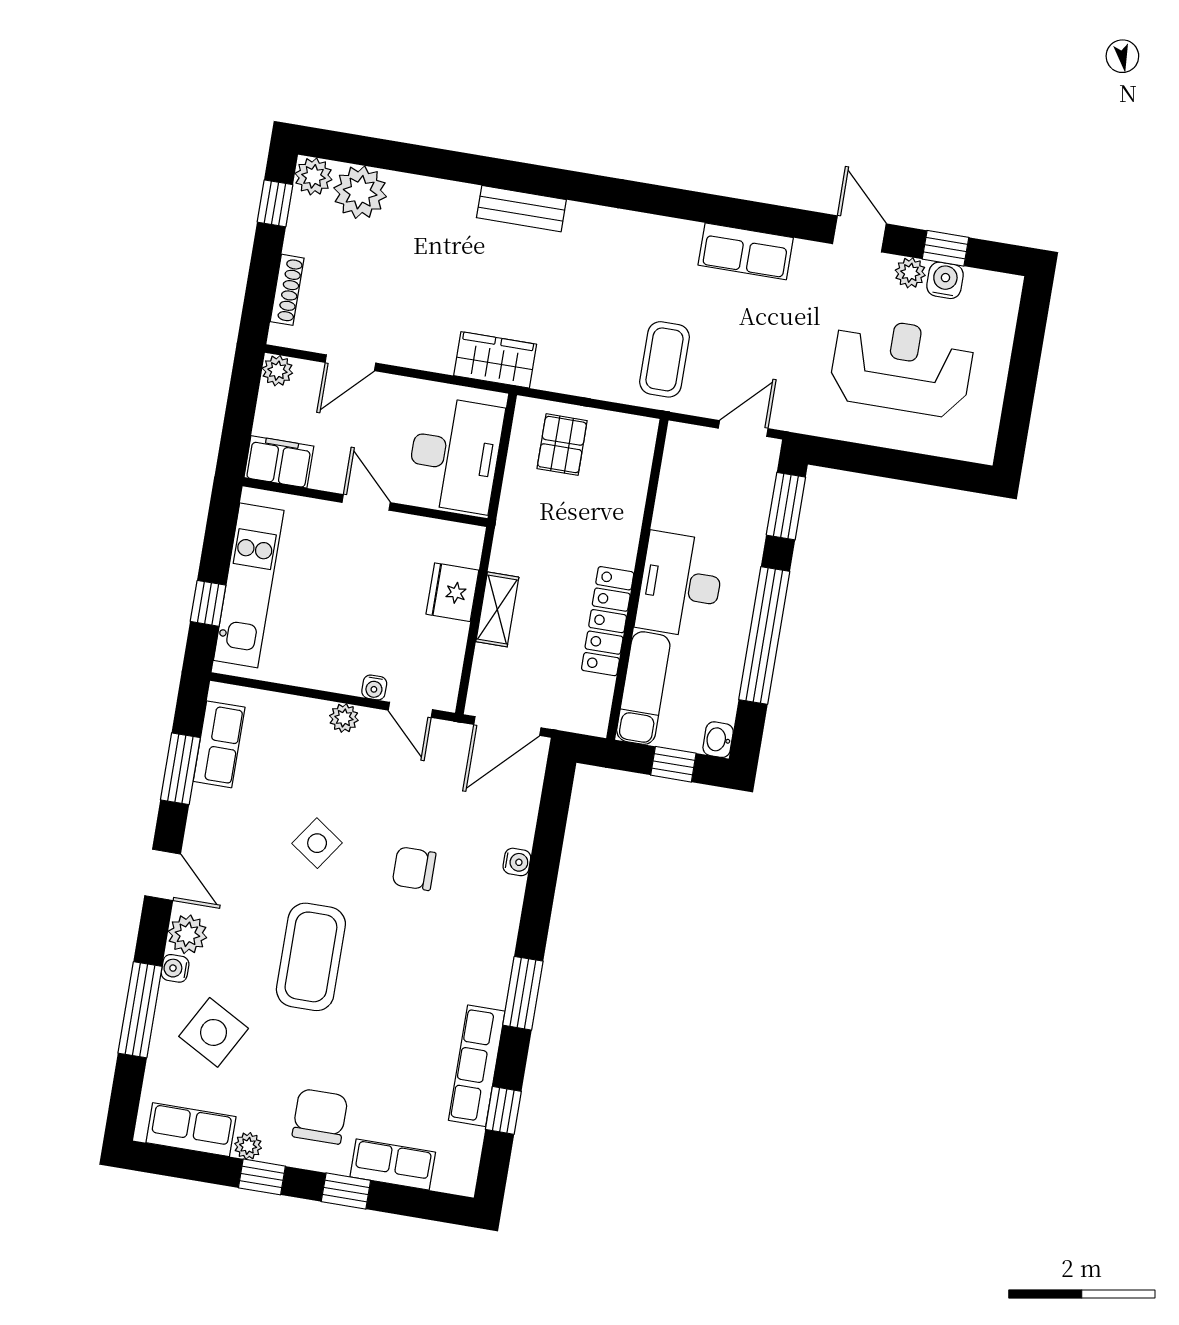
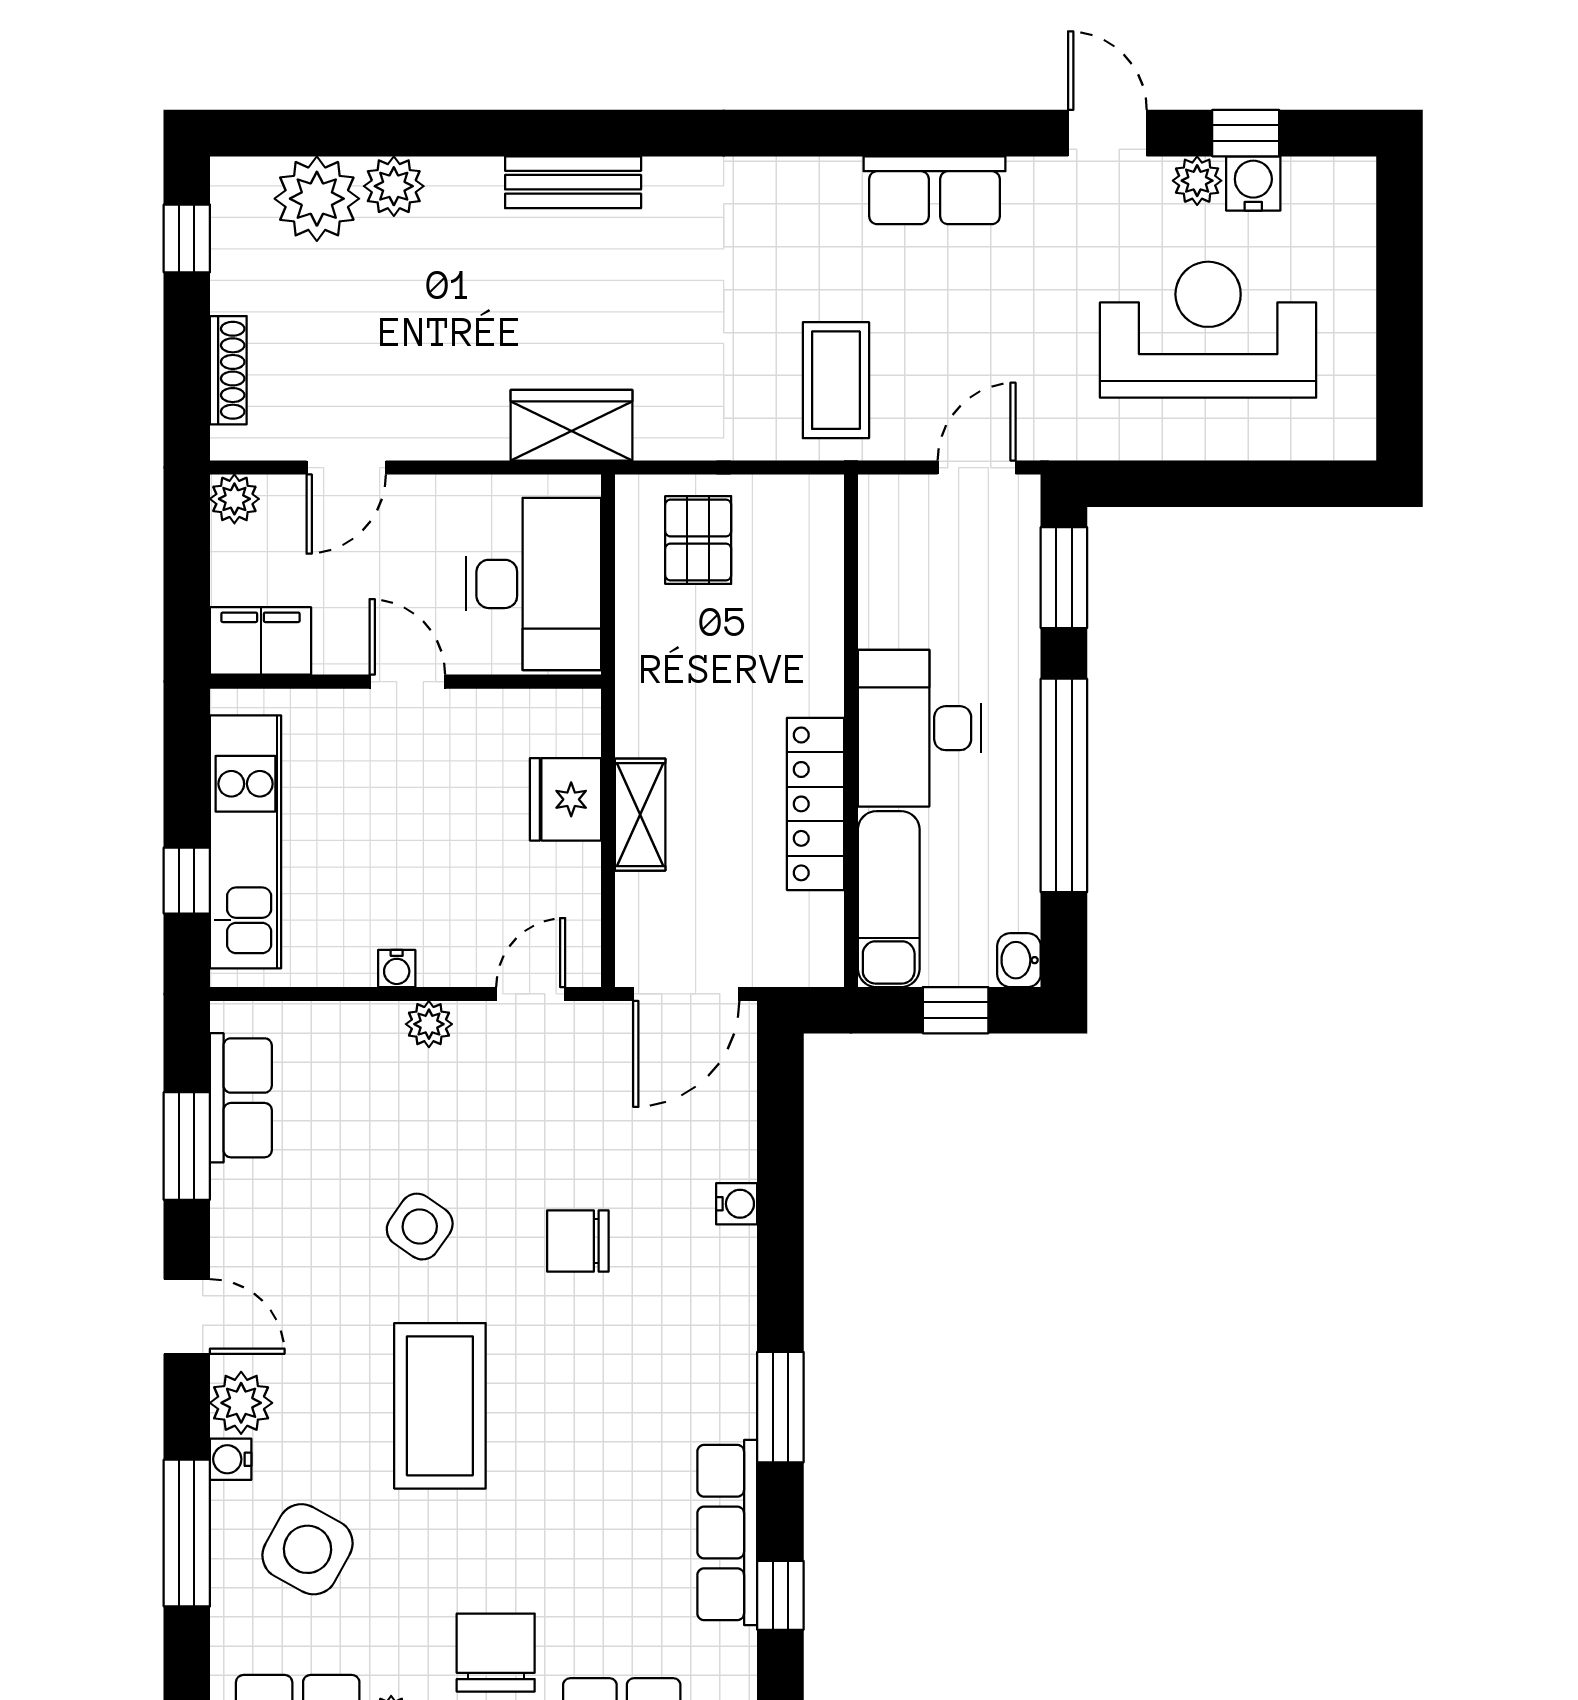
plant: (313, 176) -> (394, 186), moved
water cooler: (374, 687) -> (397, 968), moved
door: (410, 710) -> (531, 994), swing flipped

